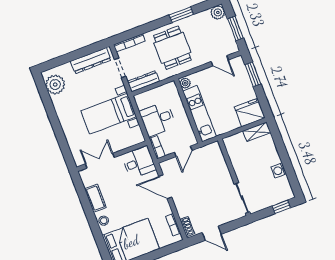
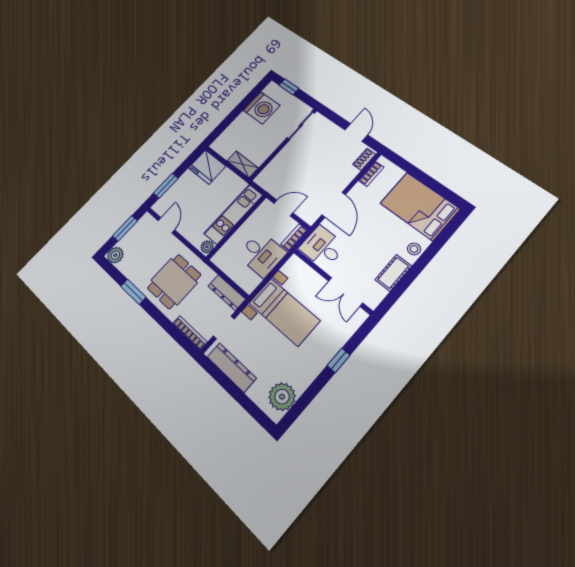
window: (59, 132) -> (338, 360), added
shelving: (257, 132) -> (243, 164), moved
washing machine: (279, 170) -> (262, 108), width x1.89, depth x1.89

